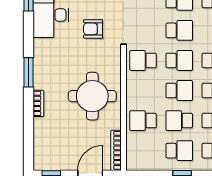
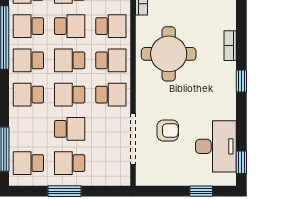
school desk: (179, 30) -> (70, 129), turned 180
window: (28, 72) -> (241, 81), width x0.67
school desk: (143, 91) -> (111, 60), added

